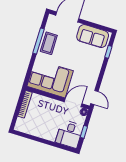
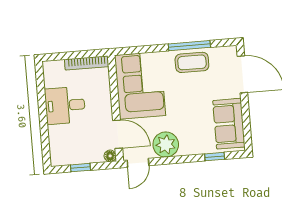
plant: (90, 77) -> (166, 145), added
desk: (69, 134) -> (65, 105), moved

